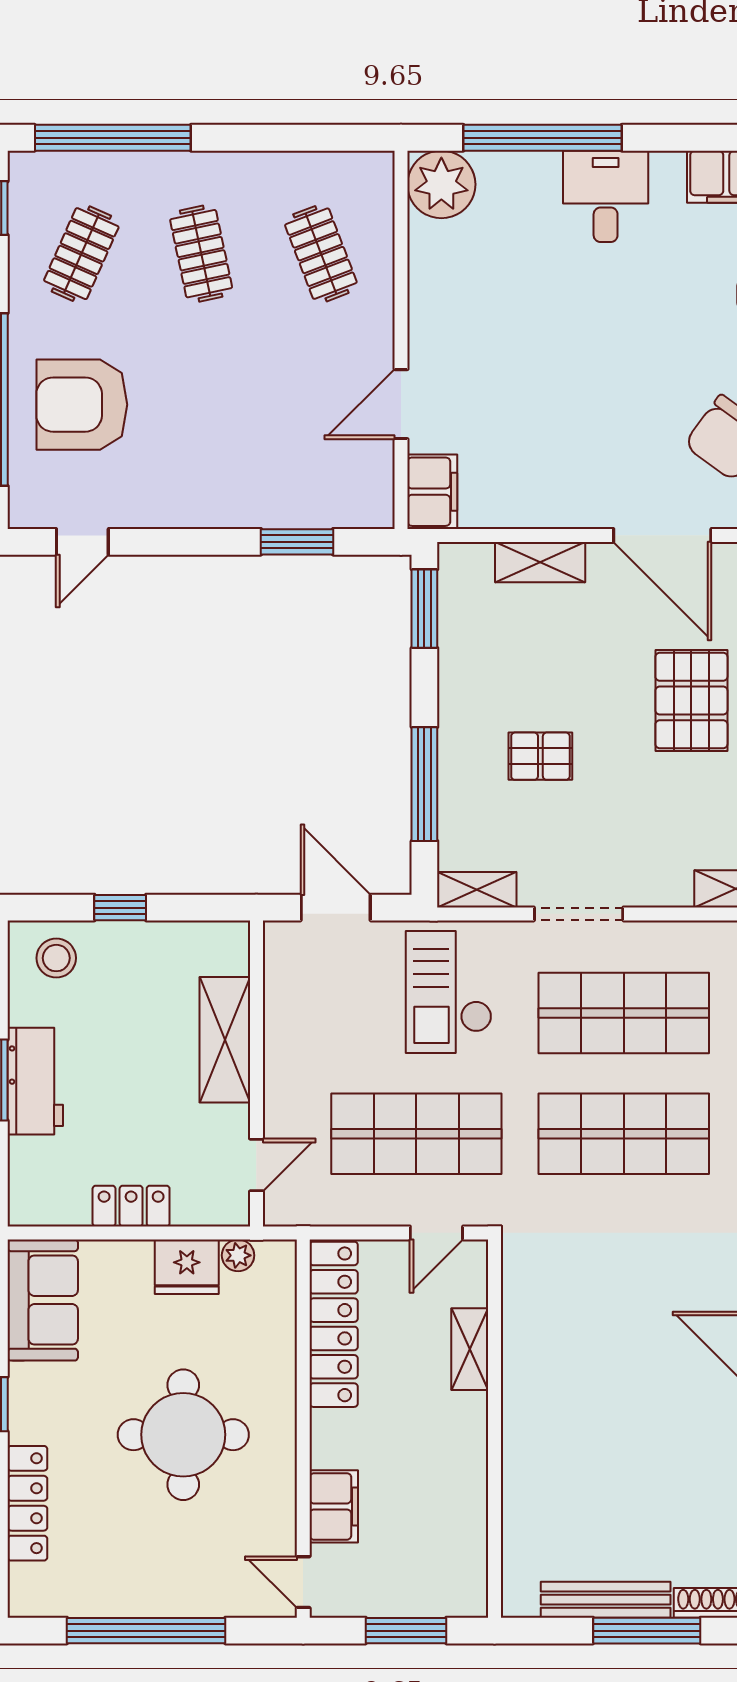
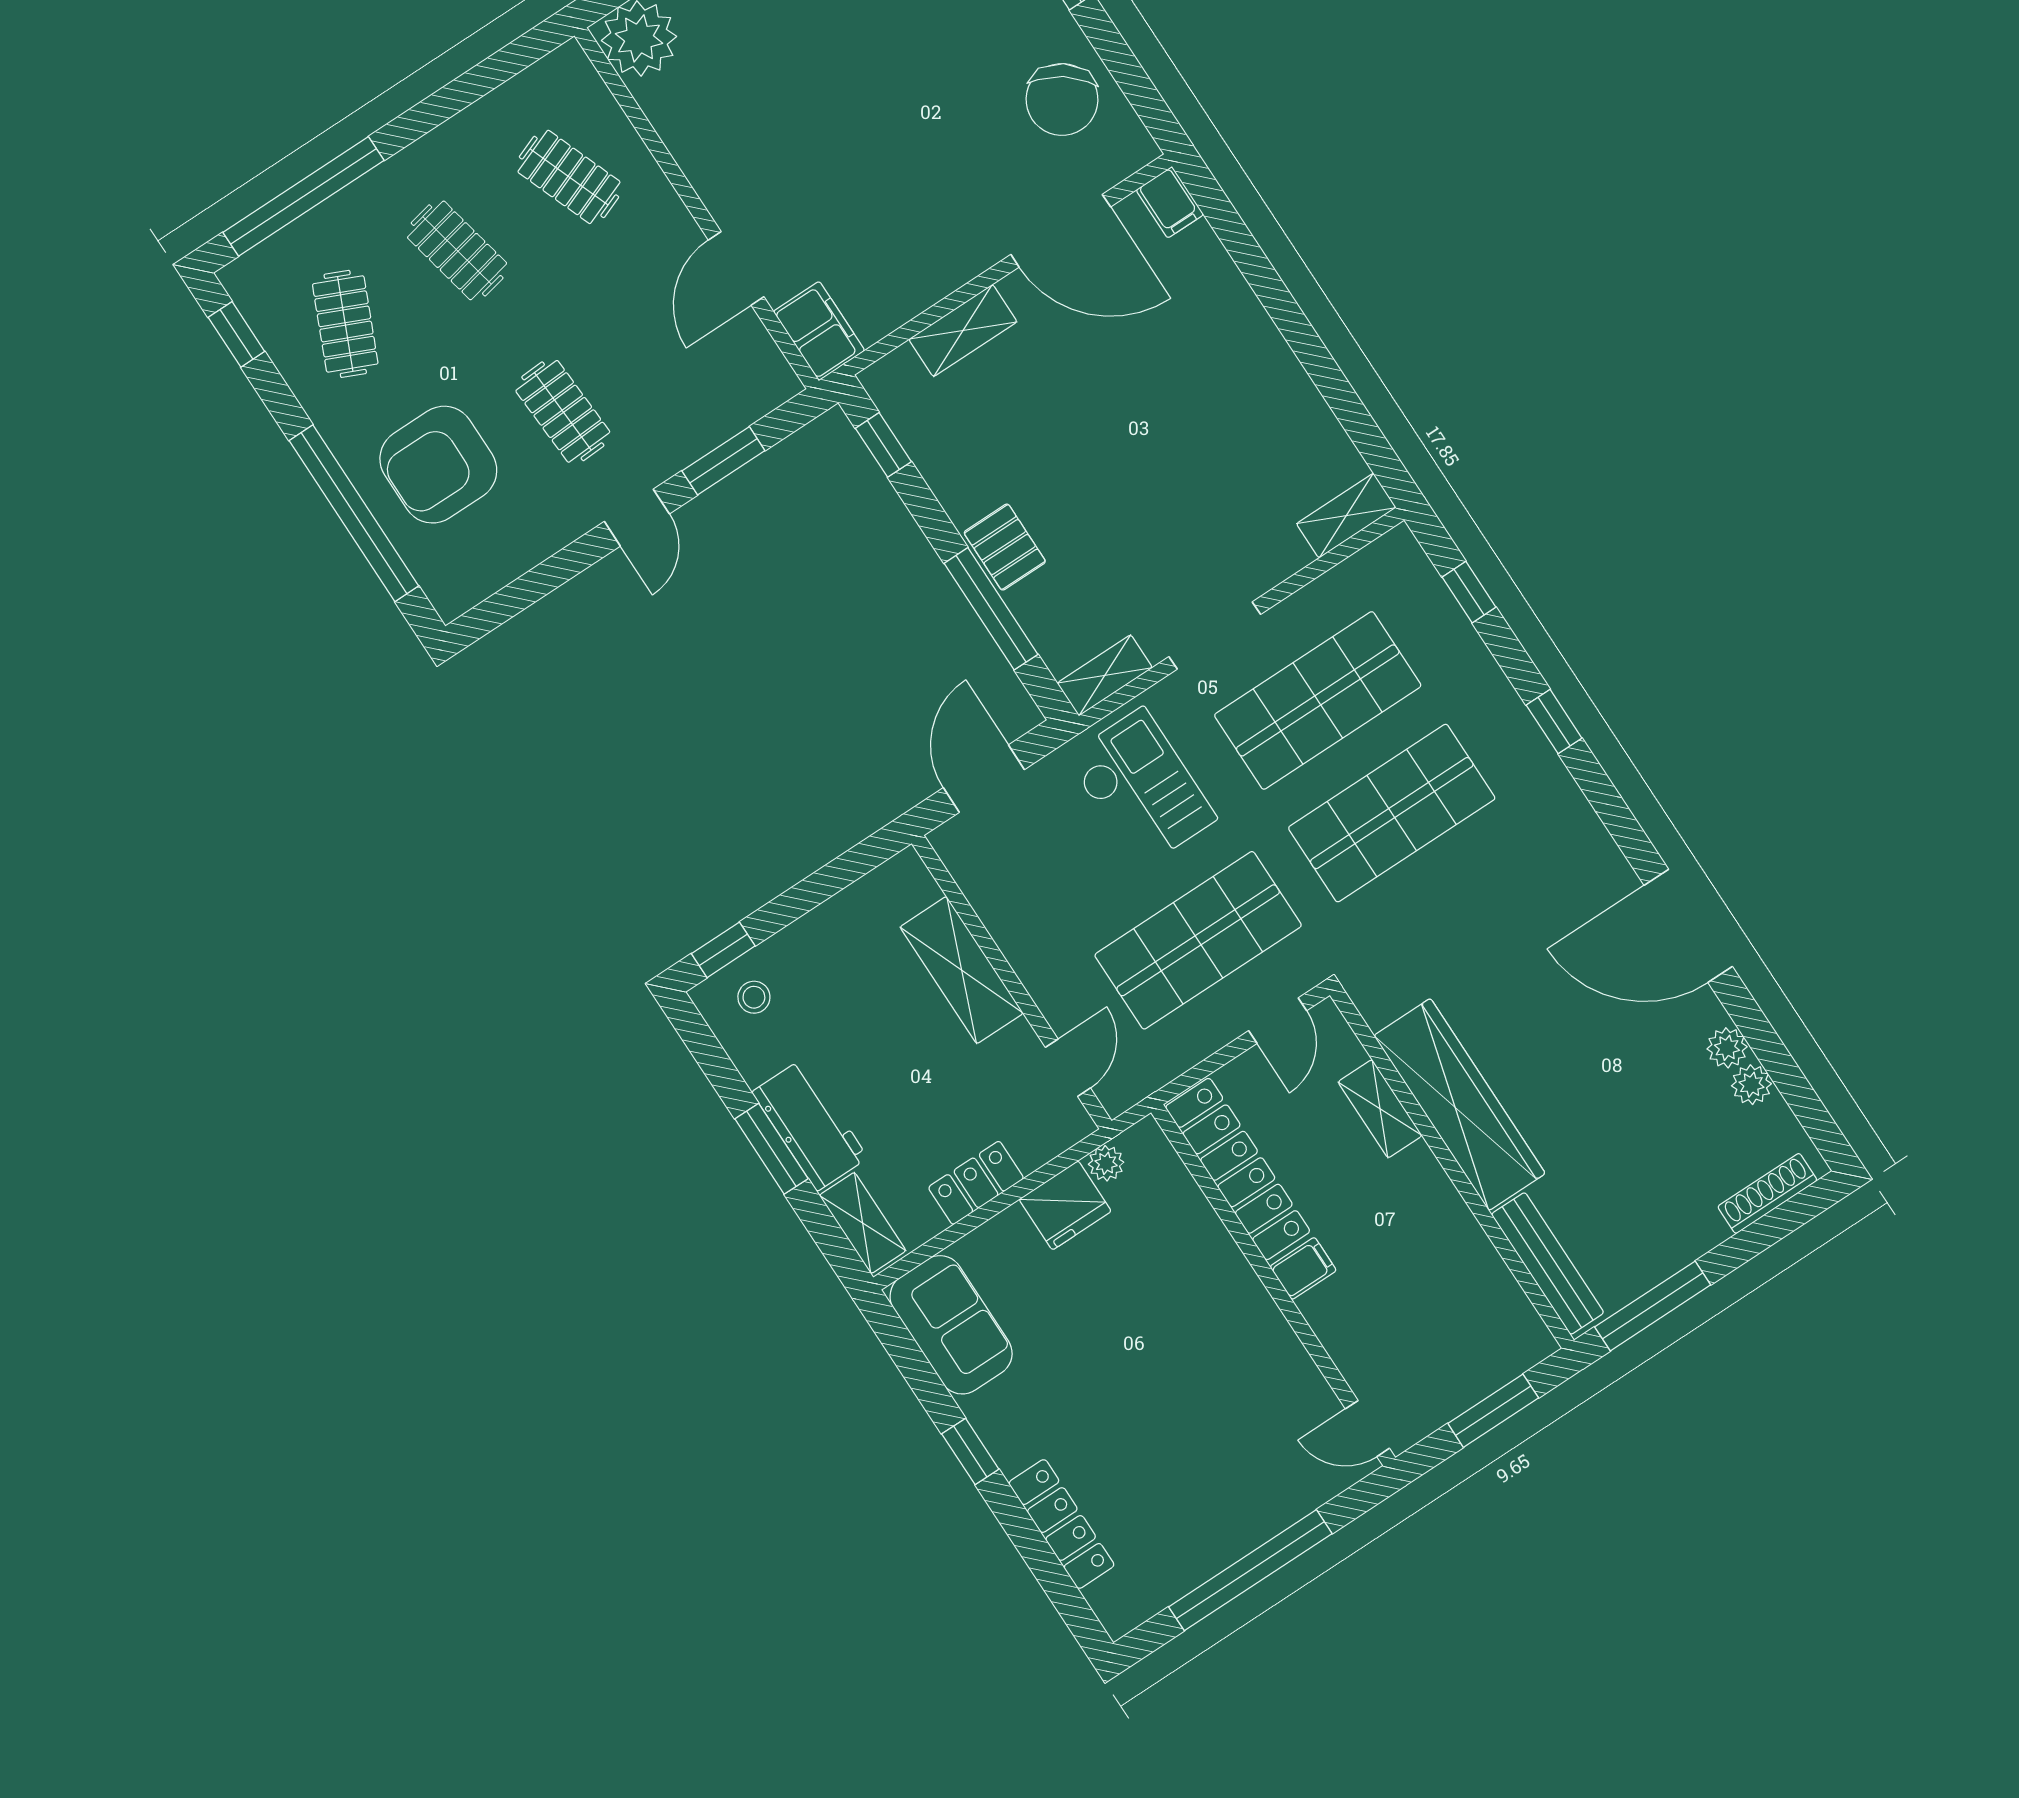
clothes rail: (201, 426) -> (563, 411), added
door: (82, 542) -> (637, 518), moved
window: (424, 609) -> (883, 445), width x0.67
pallet: (691, 700) -> (1189, 367), removed
pallet: (540, 756) -> (1005, 547), moved, turned 90
window: (120, 908) -> (723, 950), moved
door: (336, 908) -> (984, 779), hinge flipped
stool: (56, 958) -> (754, 997), width x0.73, depth x0.73
checkout: (449, 992) -> (1141, 788), turned 180
shelving: (27, 1180) -> (863, 1223), added
wardrobe: (531, 1385) -> (1460, 1104), added
round table: (183, 1435) -> (1165, 1364), removed
filing cabinet: (334, 1506) -> (1303, 1268), moved, width x0.50
bench: (606, 1600) -> (1548, 1263), moved, turned 90
window: (647, 1631) -> (1653, 1306), moved

